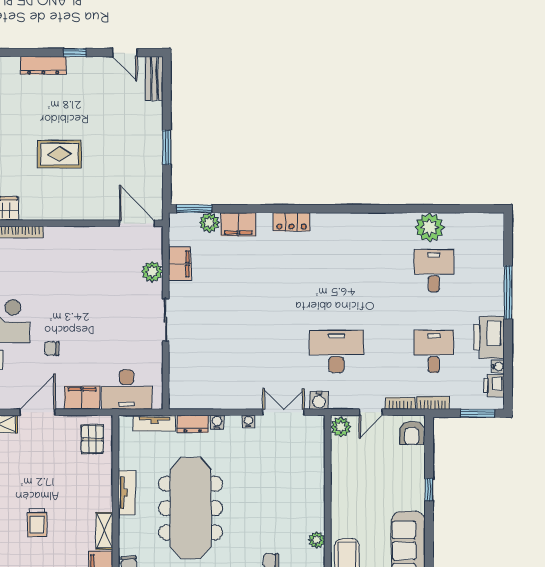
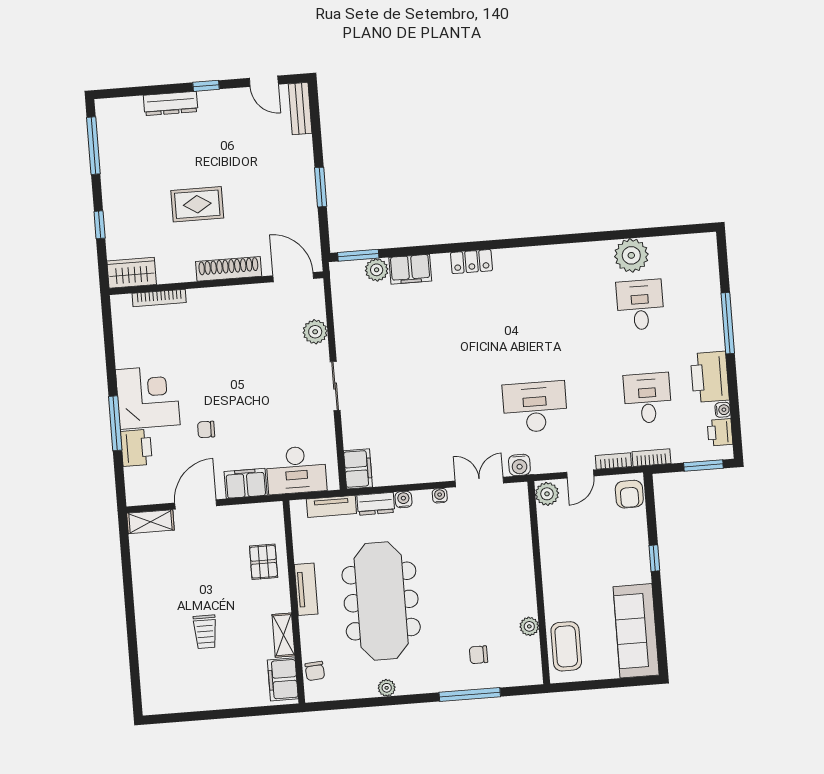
shoe rack: (82, 212) -> (229, 269), added
filing cabinet: (180, 264) -> (358, 469), moved
pallet: (92, 439) -> (264, 562), moved

